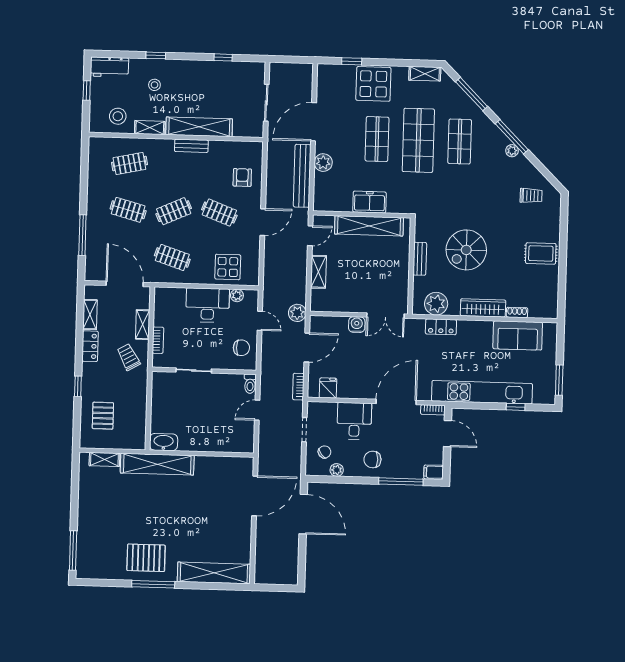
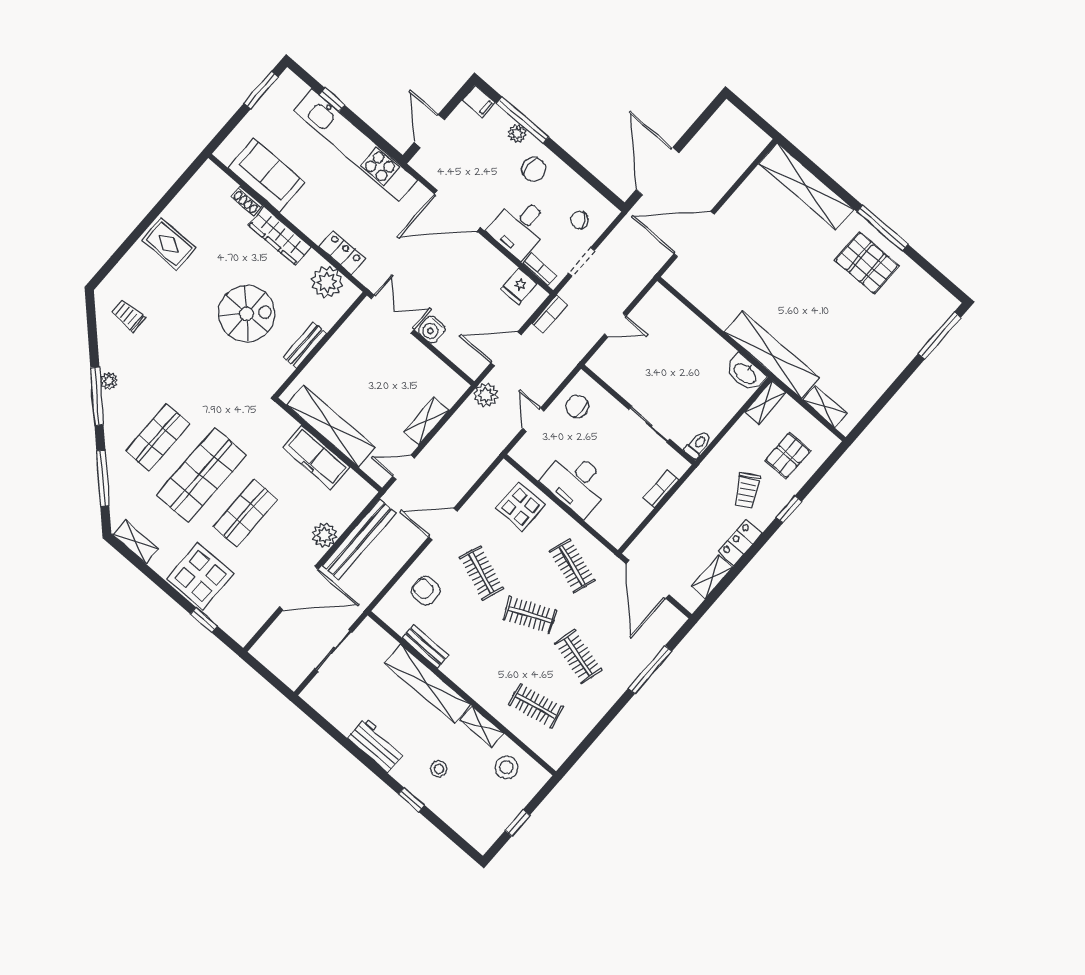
window: (223, 57) -> (340, 738), removed
workbench: (109, 67) -> (376, 745), moved
bench: (191, 146) -> (425, 646), moved
armchair: (242, 177) -> (426, 591), turned 90
freezer: (369, 202) -> (316, 457), width x1.40
plant: (237, 295) -> (536, 467), removed
shelving: (143, 325) -> (765, 402), moved
trolley: (129, 357) -> (747, 490), moved
toilet: (250, 384) -> (698, 445), moved
bookcase: (433, 410) -> (539, 269), moved
plant: (337, 470) -> (517, 133), moved

